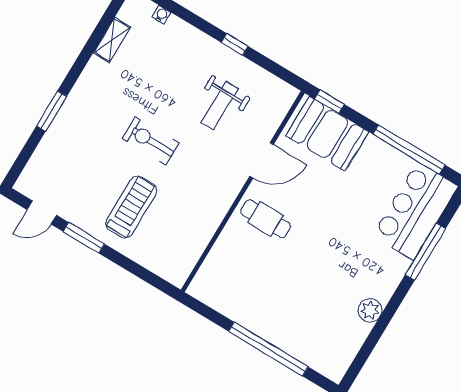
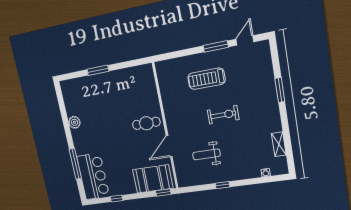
weight bench: (220, 106) -> (206, 154), turned -90
window: (409, 150) -> (117, 199), width x0.32
treadmill: (131, 207) -> (206, 79), turned 90
window: (268, 349) -> (98, 70), width x0.47

